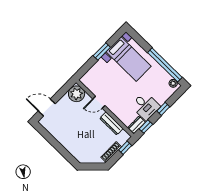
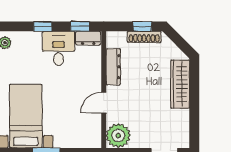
door: (99, 102) -> (104, 103), swing flipped
wardrobe: (72, 147) -> (180, 84), added
window: (125, 148) -> (142, 26), moved

